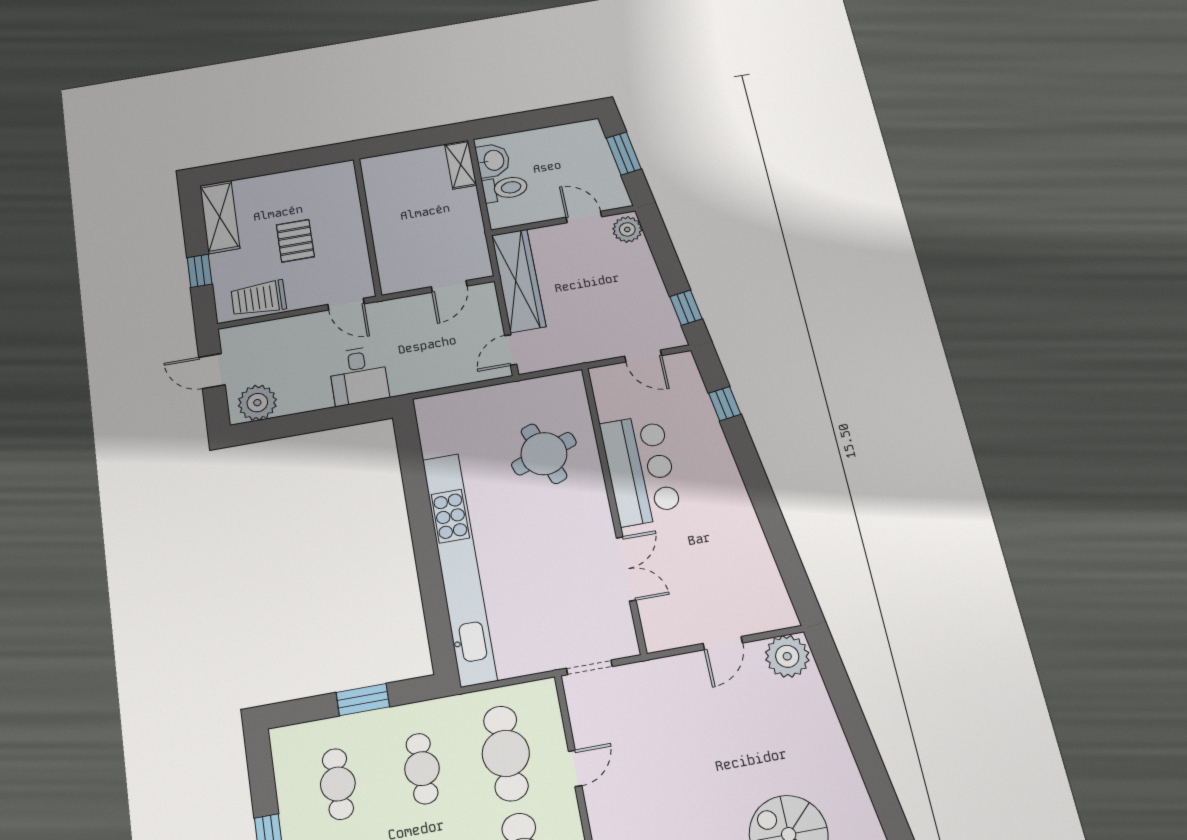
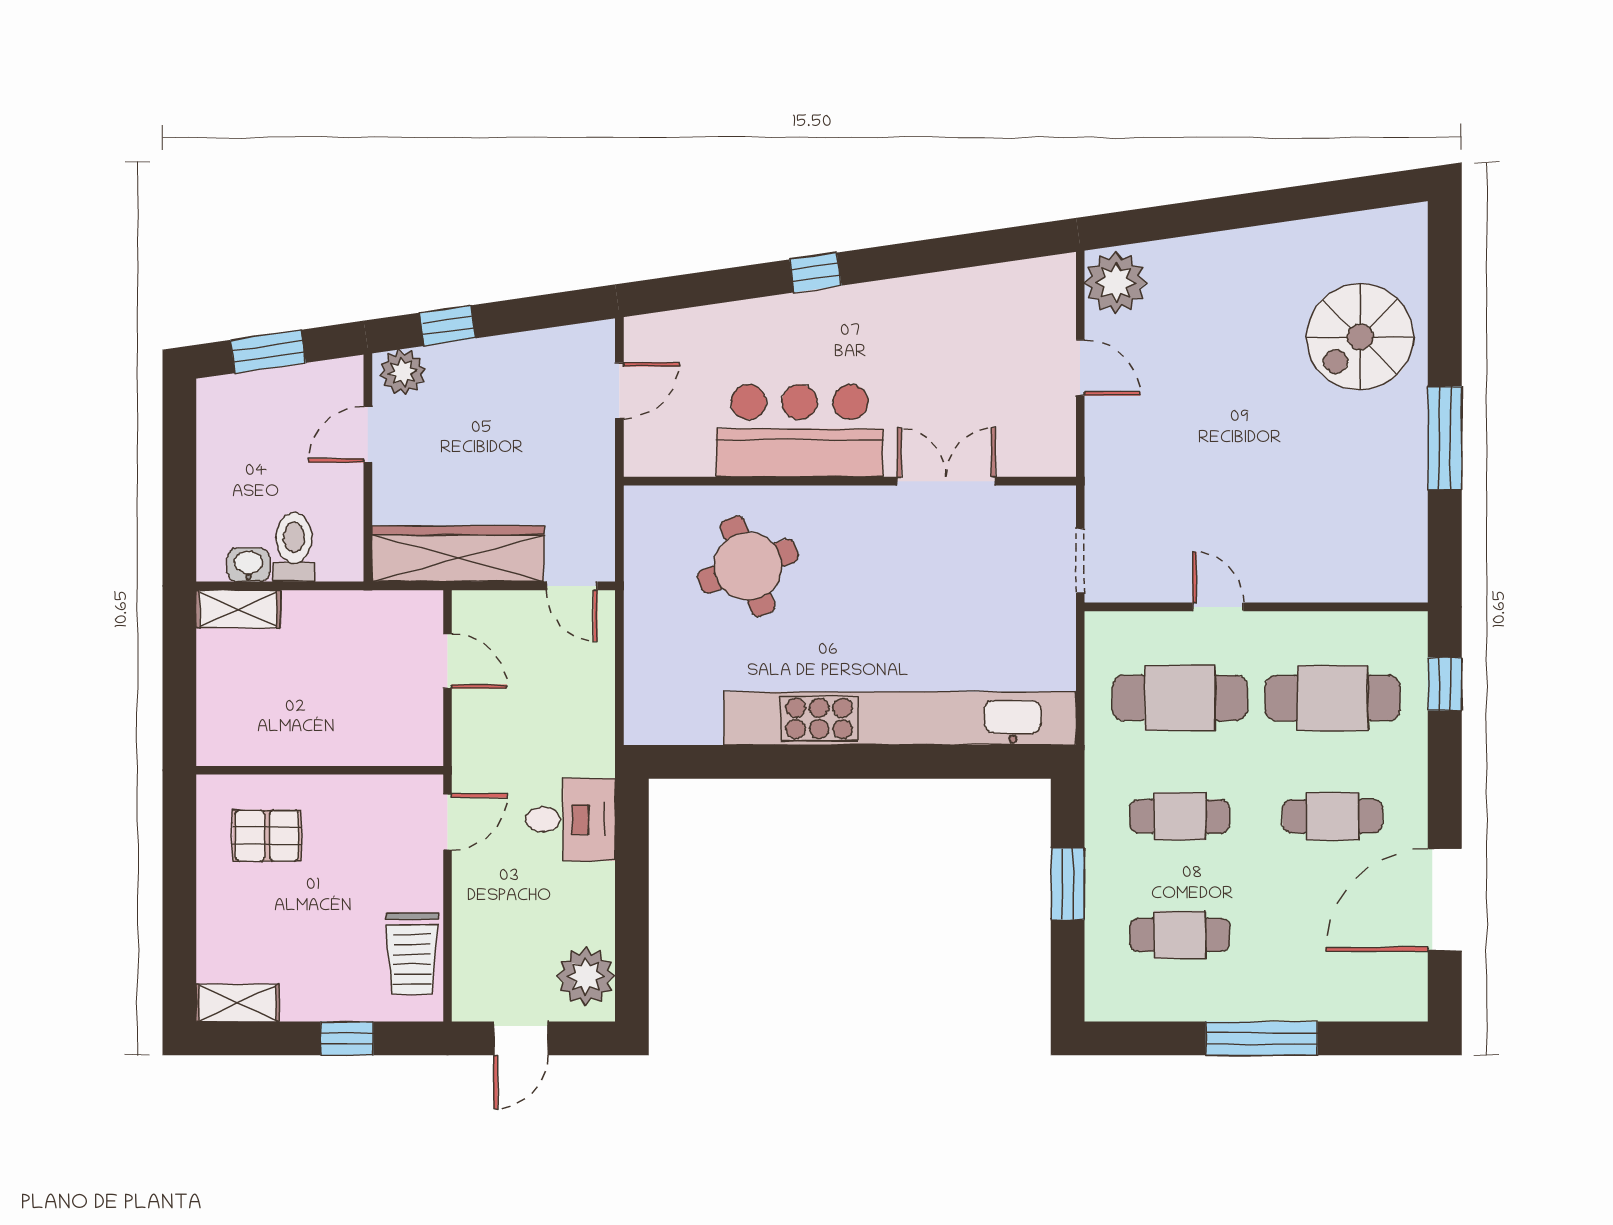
washbasin: (493, 160) -> (249, 565), width x0.72, depth x0.69
shelving: (220, 217) -> (238, 1003), width x0.67, depth x0.75
pallet: (295, 241) -> (267, 836), moved
window: (686, 308) -> (448, 326), moved
window: (725, 404) -> (815, 272), moved

